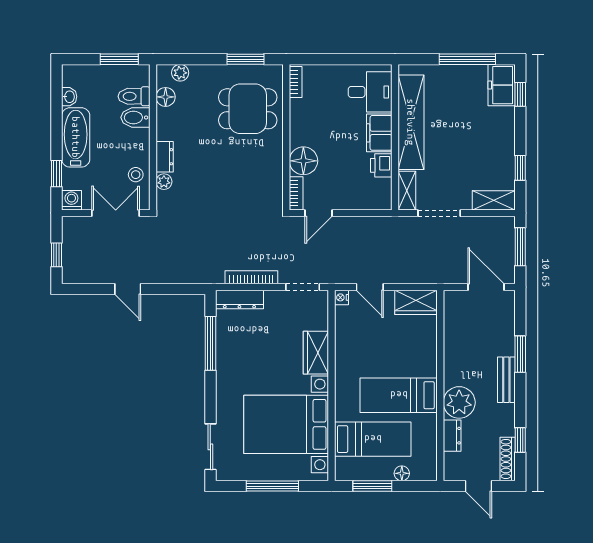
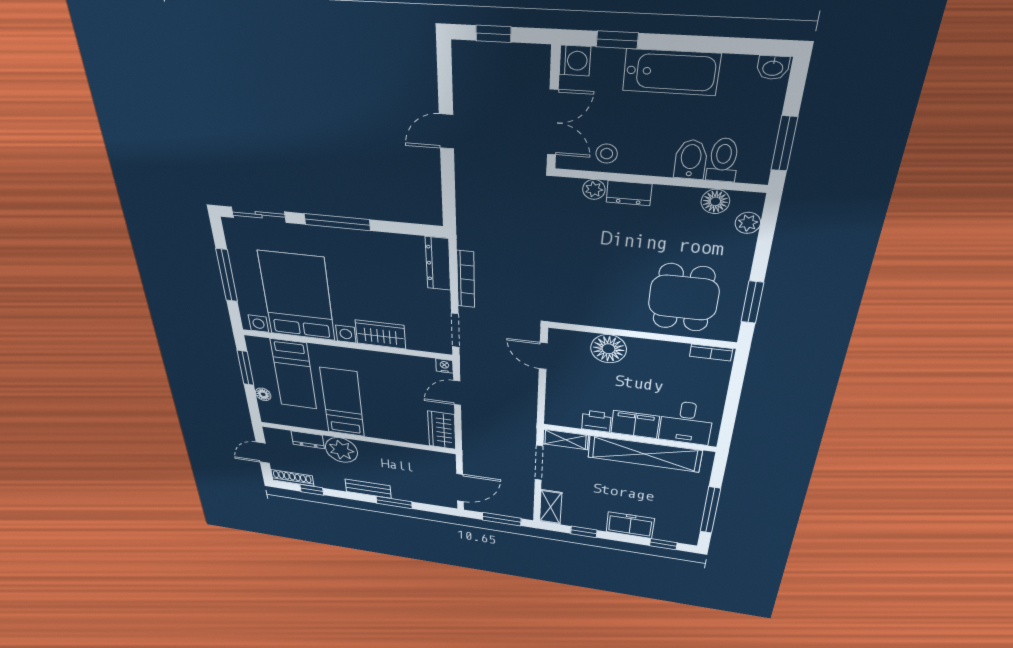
freezer: (502, 85) -> (630, 525), moved
washbasin: (69, 97) -> (773, 68), moved
bookcase: (296, 193) -> (569, 337), removed
window: (210, 343) -> (337, 222), moved

